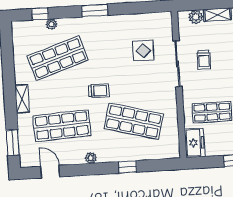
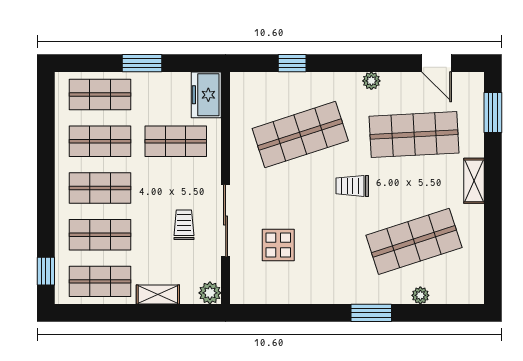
window: (95, 10) -> (371, 313), moved
window: (40, 14) -> (437, 313), removed
plant: (196, 17) -> (210, 293), moved
shop shelf: (134, 121) -> (300, 135), turned -33
window: (128, 167) -> (292, 63), moved

